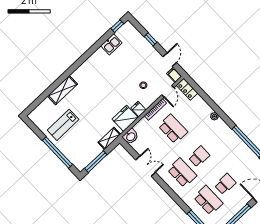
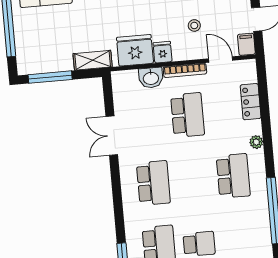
locker: (187, 89) -> (251, 102), moved
door: (168, 91) -> (221, 60), swing flipped
washbasin: (131, 136) -> (151, 78), moved
school desk: (199, 156) -> (233, 176), moved, width x1.85
double door: (146, 166) -> (112, 136), swing flipped

